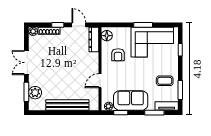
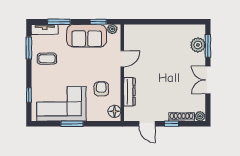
dresser: (94, 39) -> (129, 92), moved
double door: (26, 63) -> (208, 80), swing flipped
bench: (67, 105) -> (160, 31), removed

